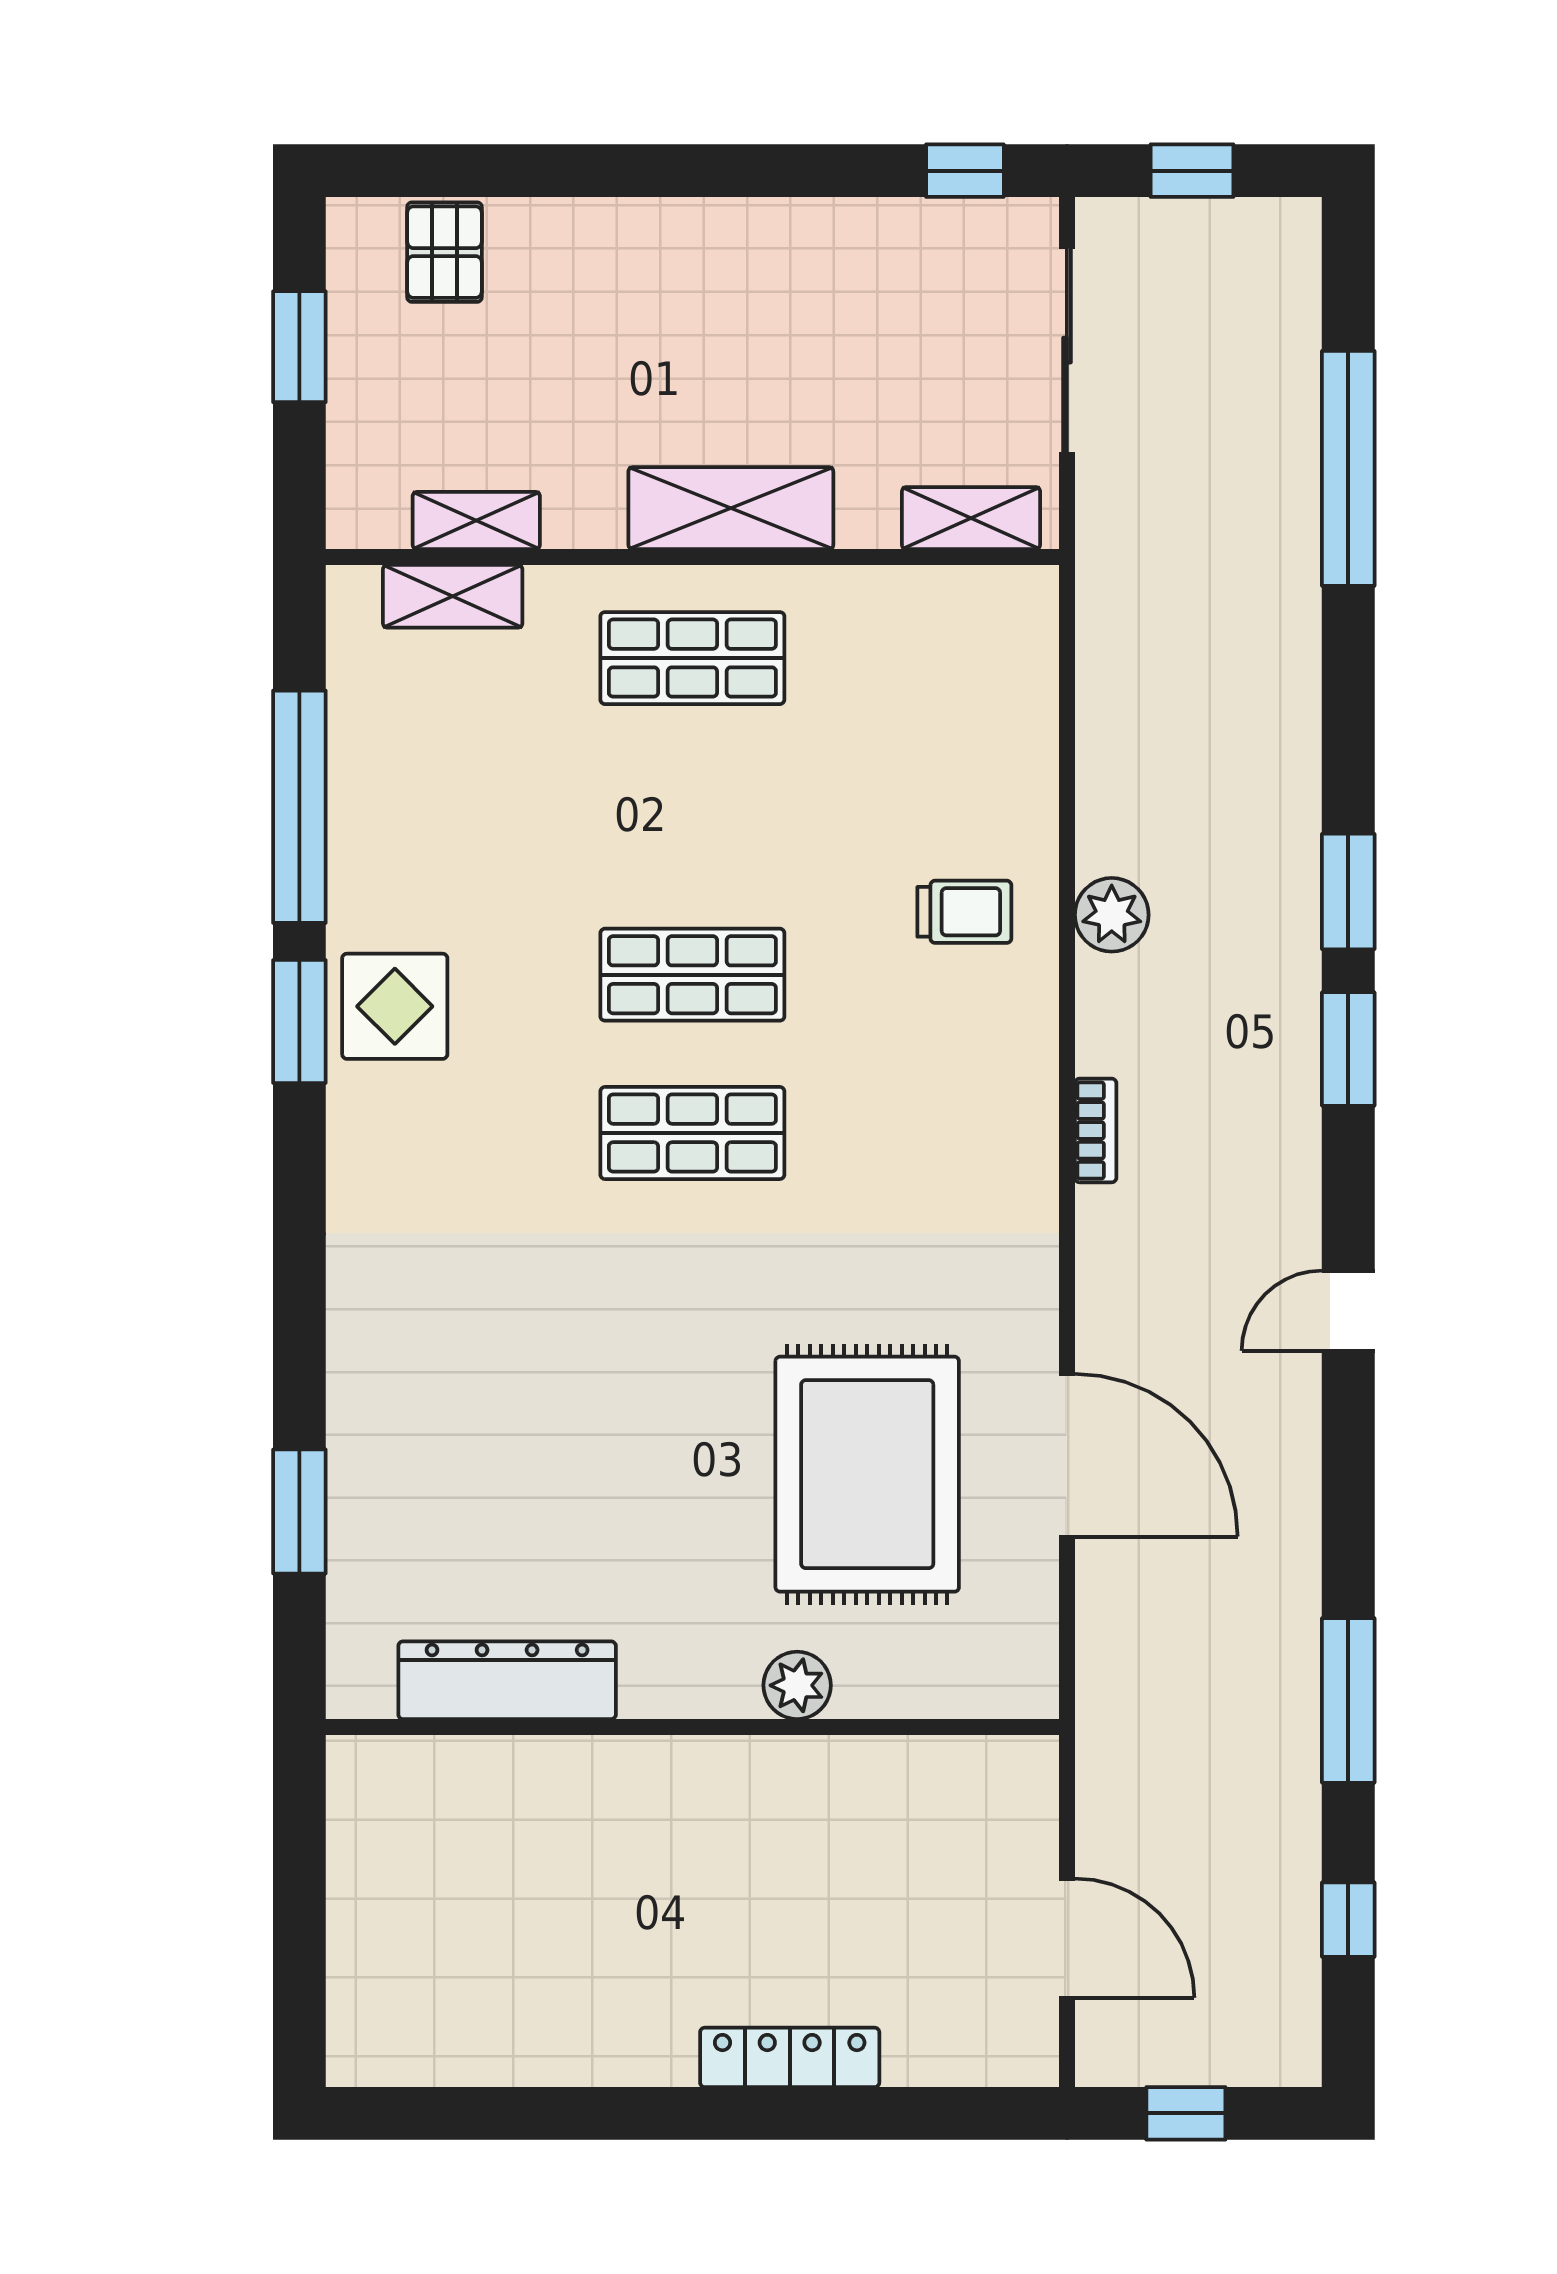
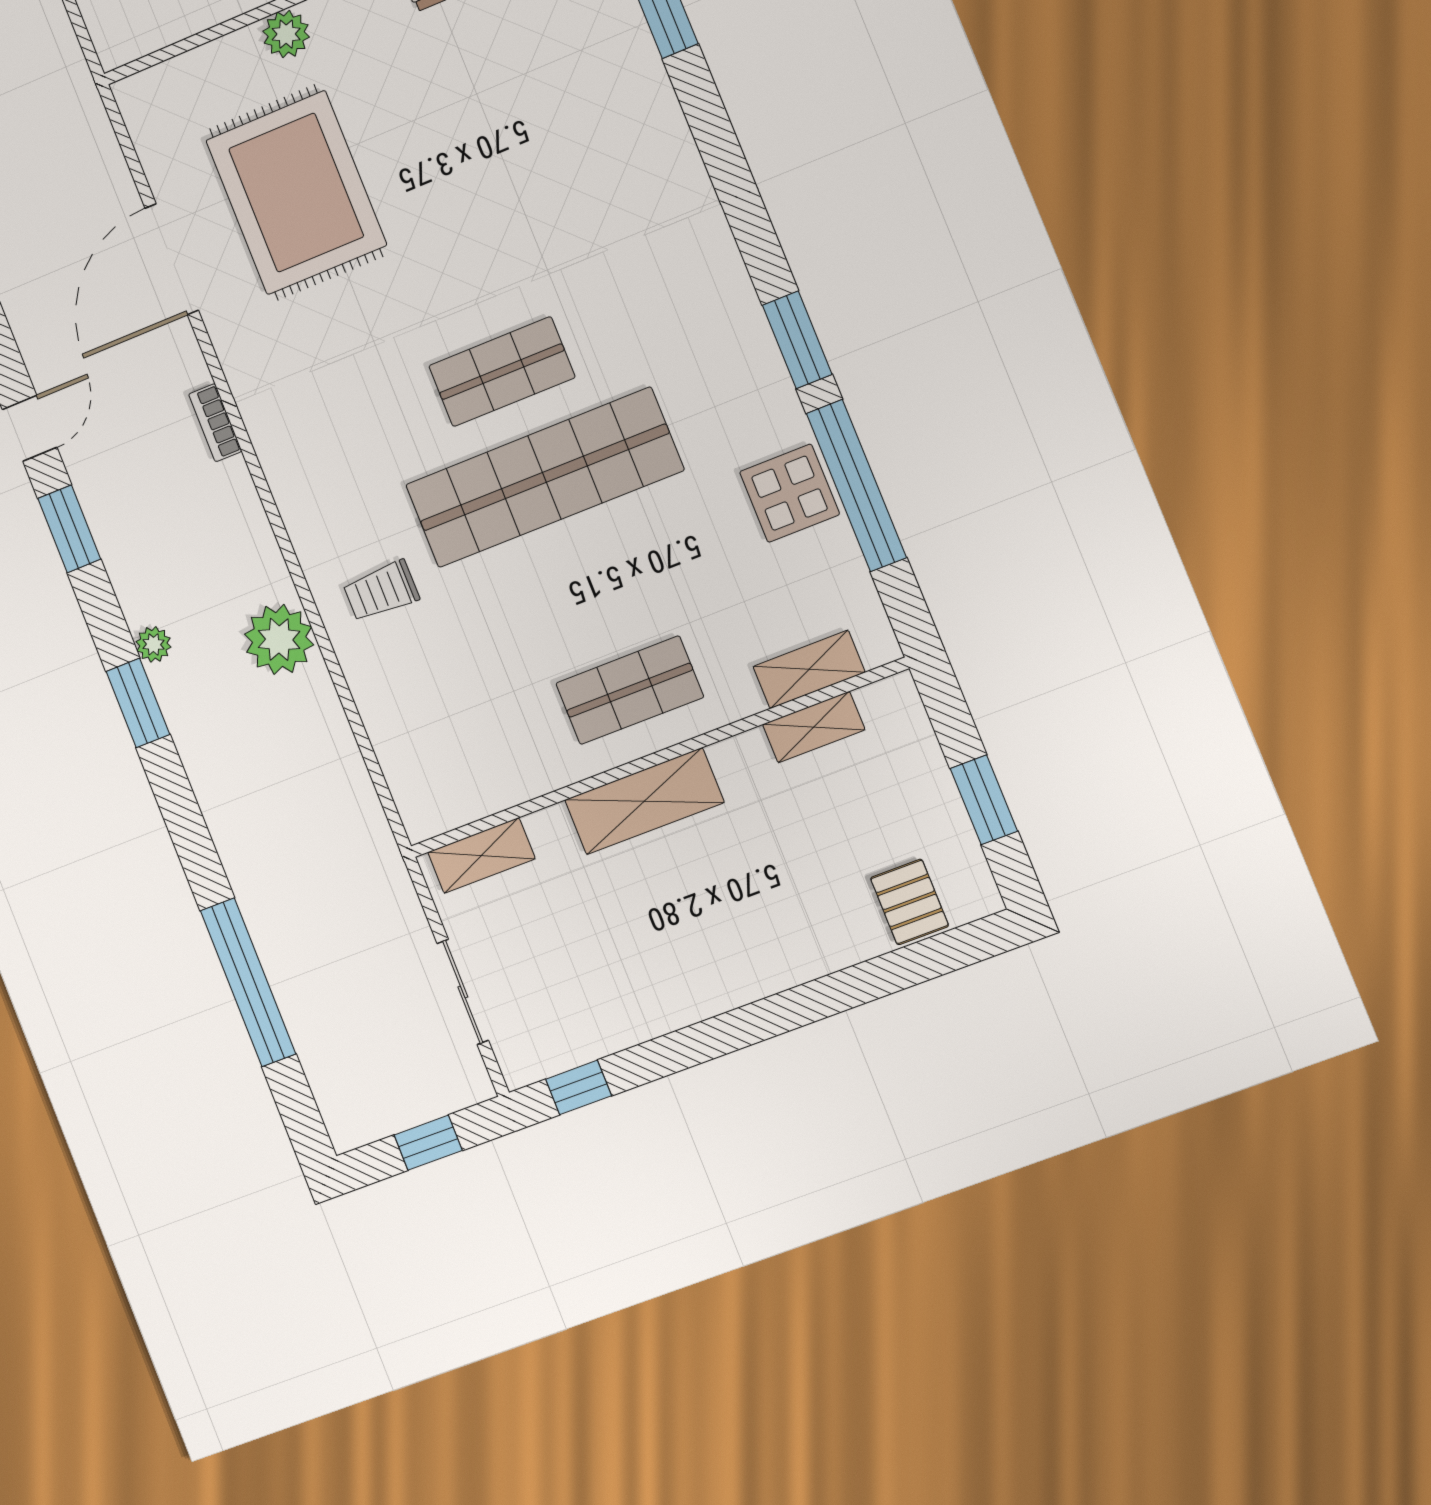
sliding door: (1067, 350) -> (463, 992), width x0.73
plant: (1112, 915) -> (279, 639), width x1.36, depth x1.36
plant: (1296, 960) -> (153, 644), added
shop shelf: (692, 975) -> (544, 477), width x2.00, depth x1.36
display table: (395, 1006) -> (790, 493), moved
window: (1348, 1049) -> (69, 529), moved
bookcase: (1096, 1130) -> (215, 423), moved
door: (1067, 1455) -> (172, 259), hinge flipped

